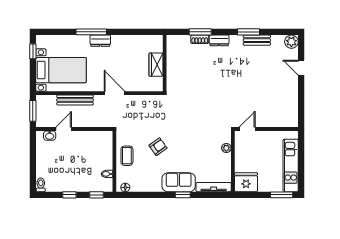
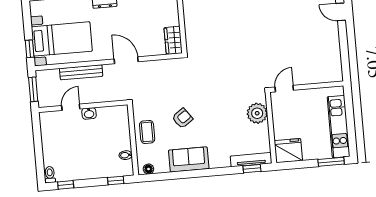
window: (33, 51) -> (30, 49), moved
wardrobe: (156, 65) -> (173, 40), moved
washbasin: (50, 136) -> (89, 113), moved
plant: (226, 148) -> (257, 113), width x1.87, depth x1.87
sofa: (179, 182) -> (189, 159), moved
window: (69, 195) -> (66, 185), moved
window: (183, 195) -> (252, 169), moved

